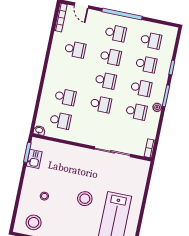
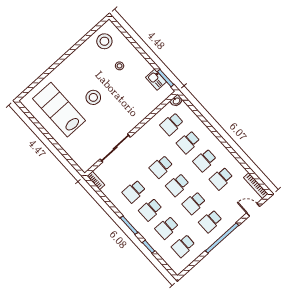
school desk: (70, 73) -> (205, 160), added
plant: (157, 107) -> (125, 211), removed

